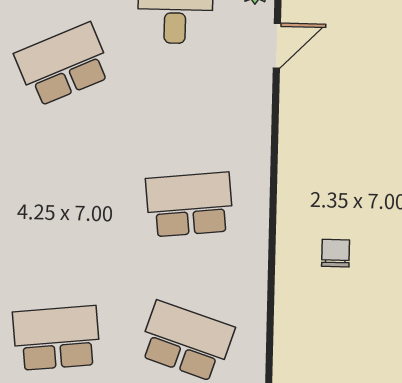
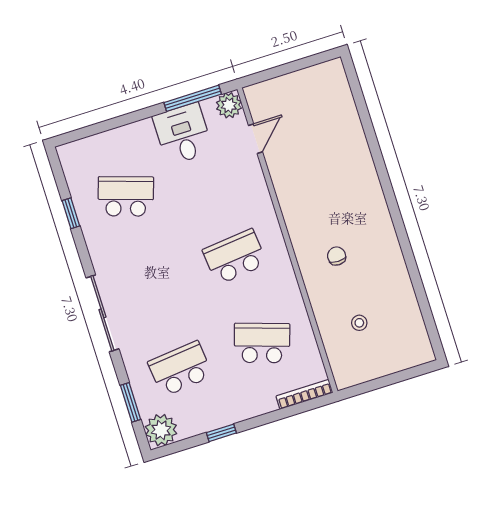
school desk: (63, 65) -> (126, 196), turned 42
stool: (335, 360) -> (359, 323), added

